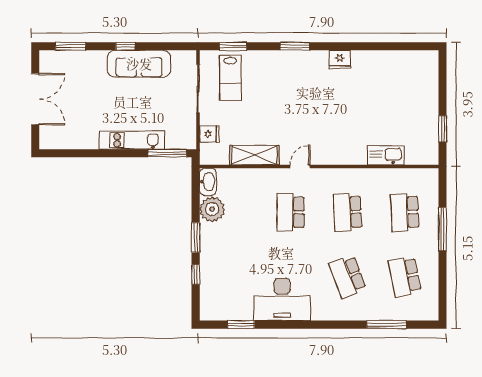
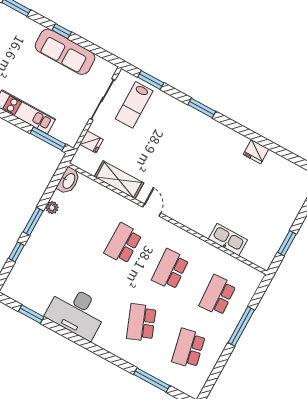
fridge: (340, 59) -> (256, 152), moved
door: (300, 167) -> (152, 210), hinge flipped
plant: (212, 209) -> (52, 208), width x0.53, depth x0.53

